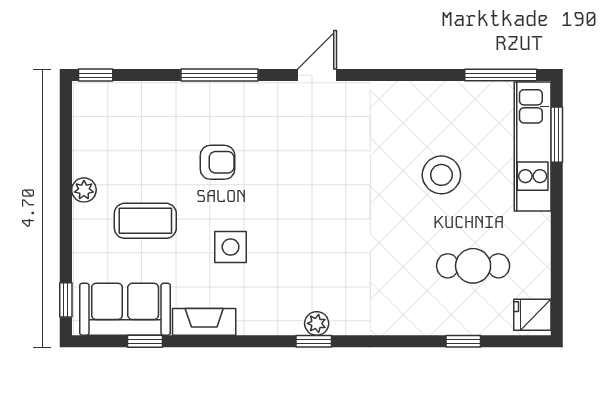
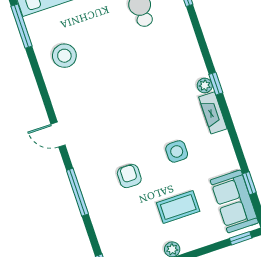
stool: (441, 175) -> (64, 56), moved
coffee table: (145, 221) -> (178, 207), turned 90
fireplace: (204, 322) -> (213, 113), moved

